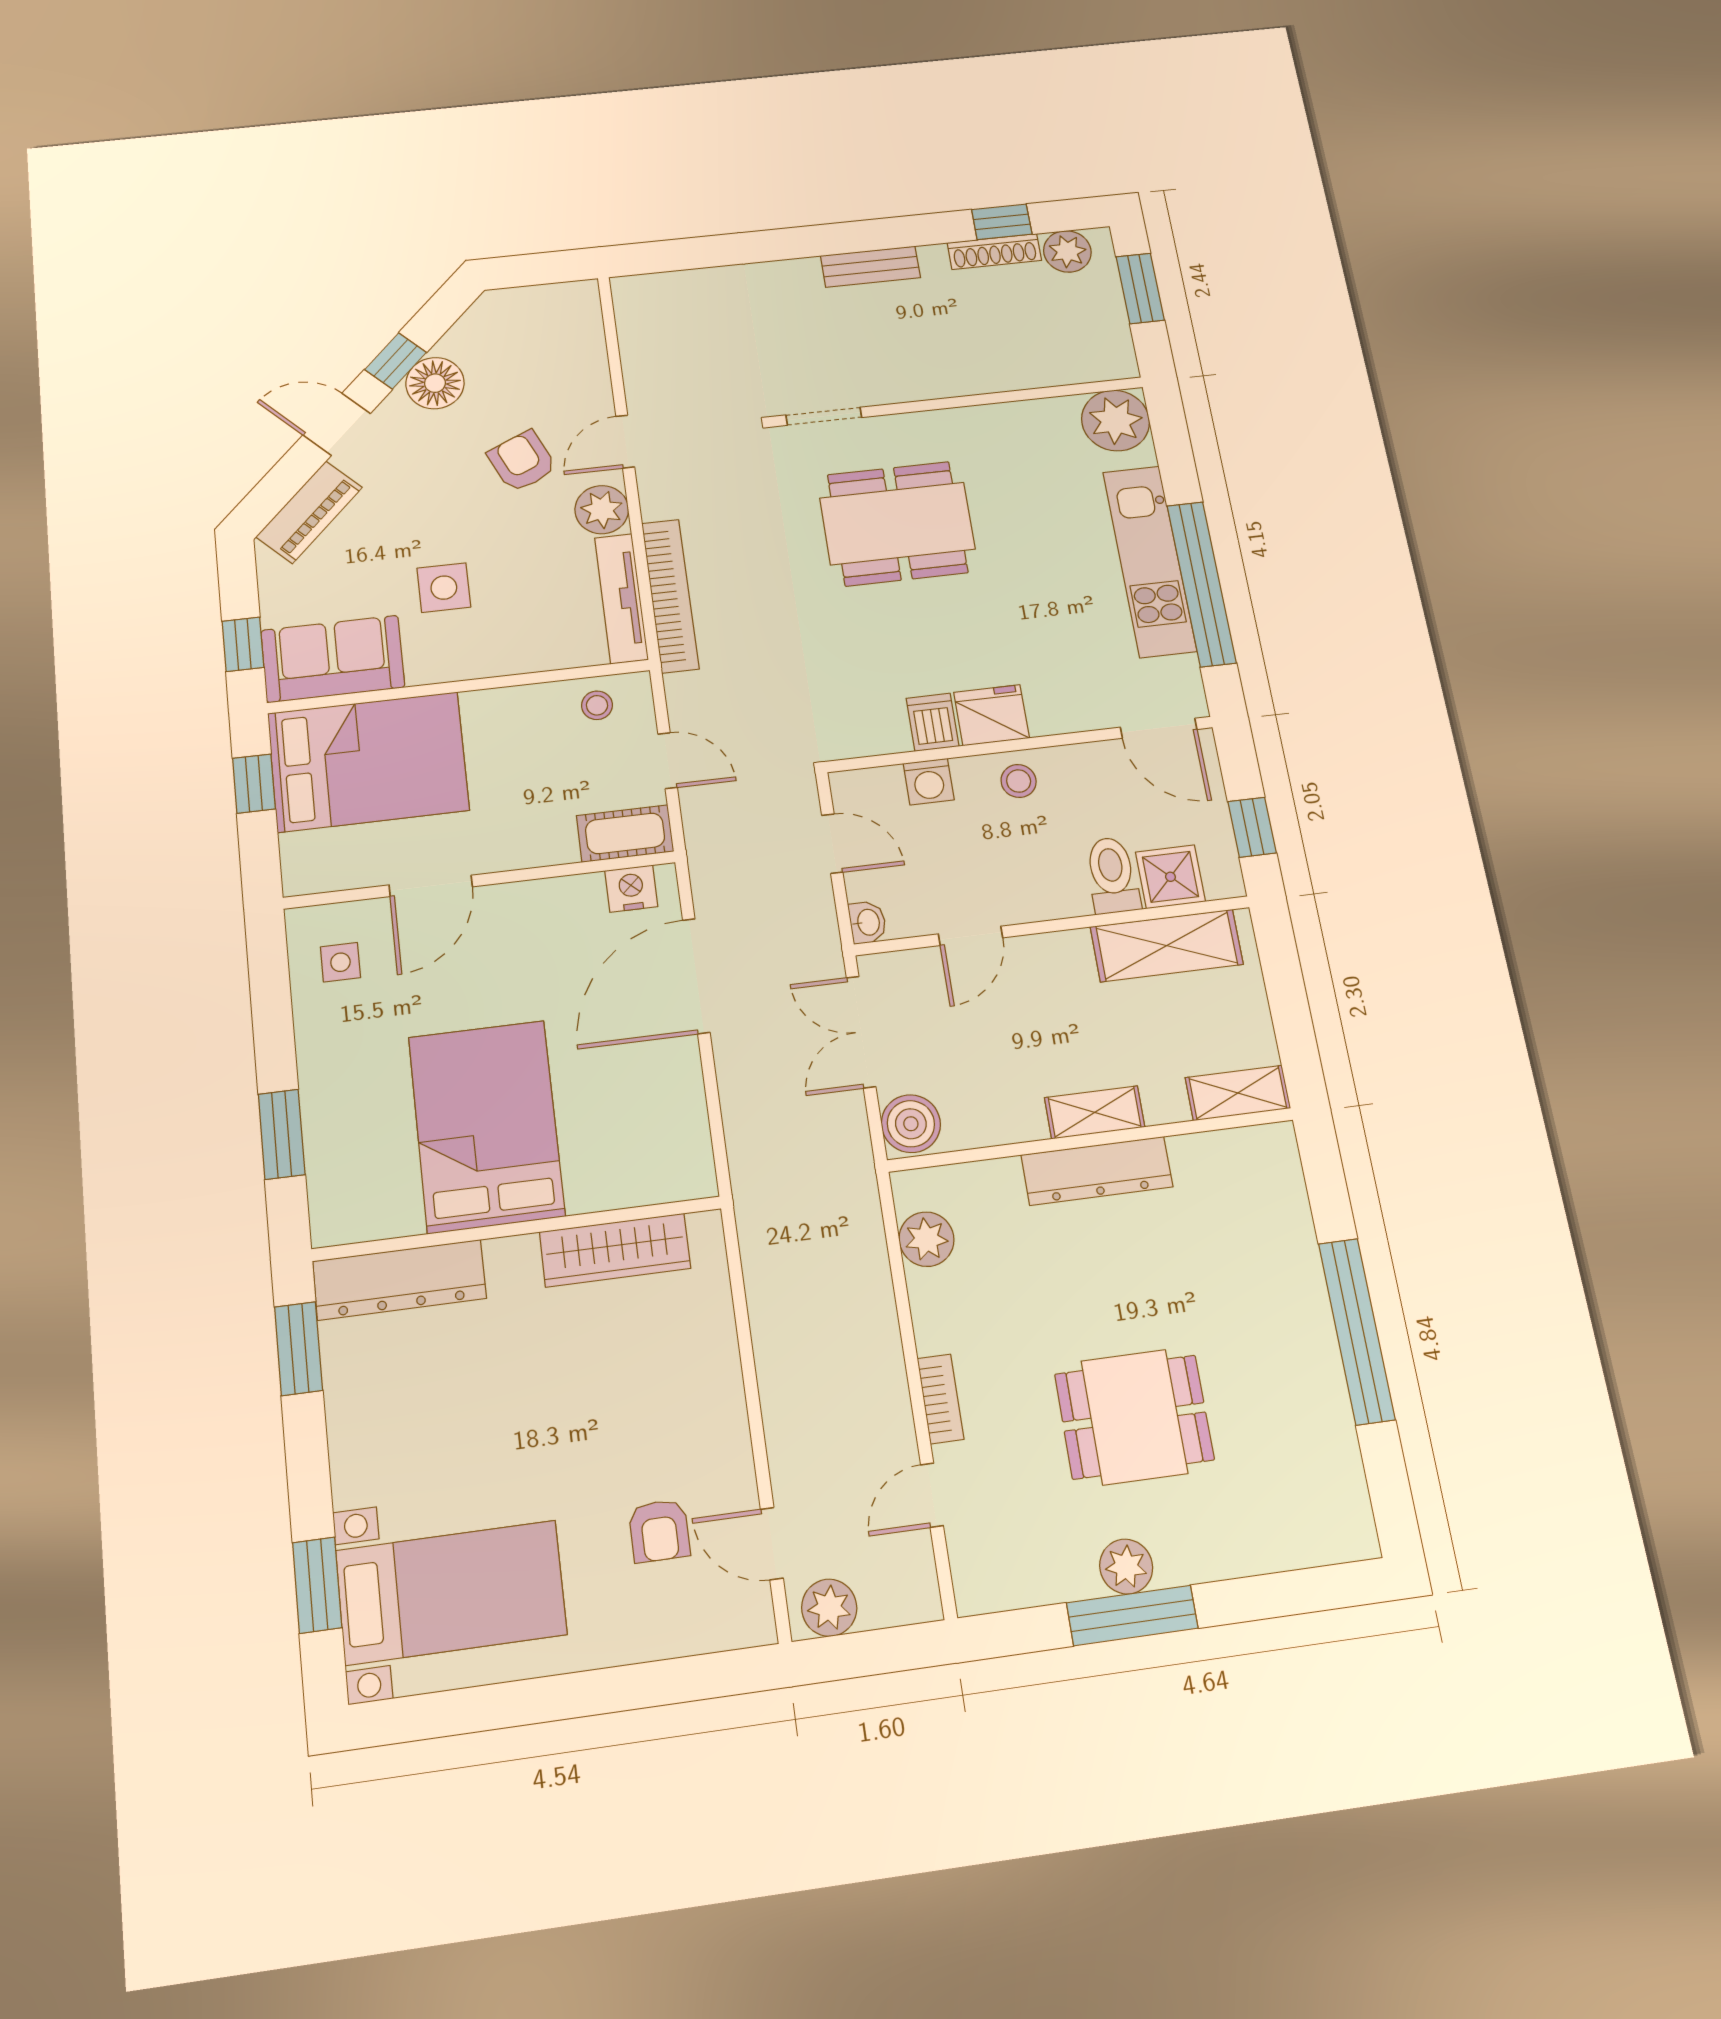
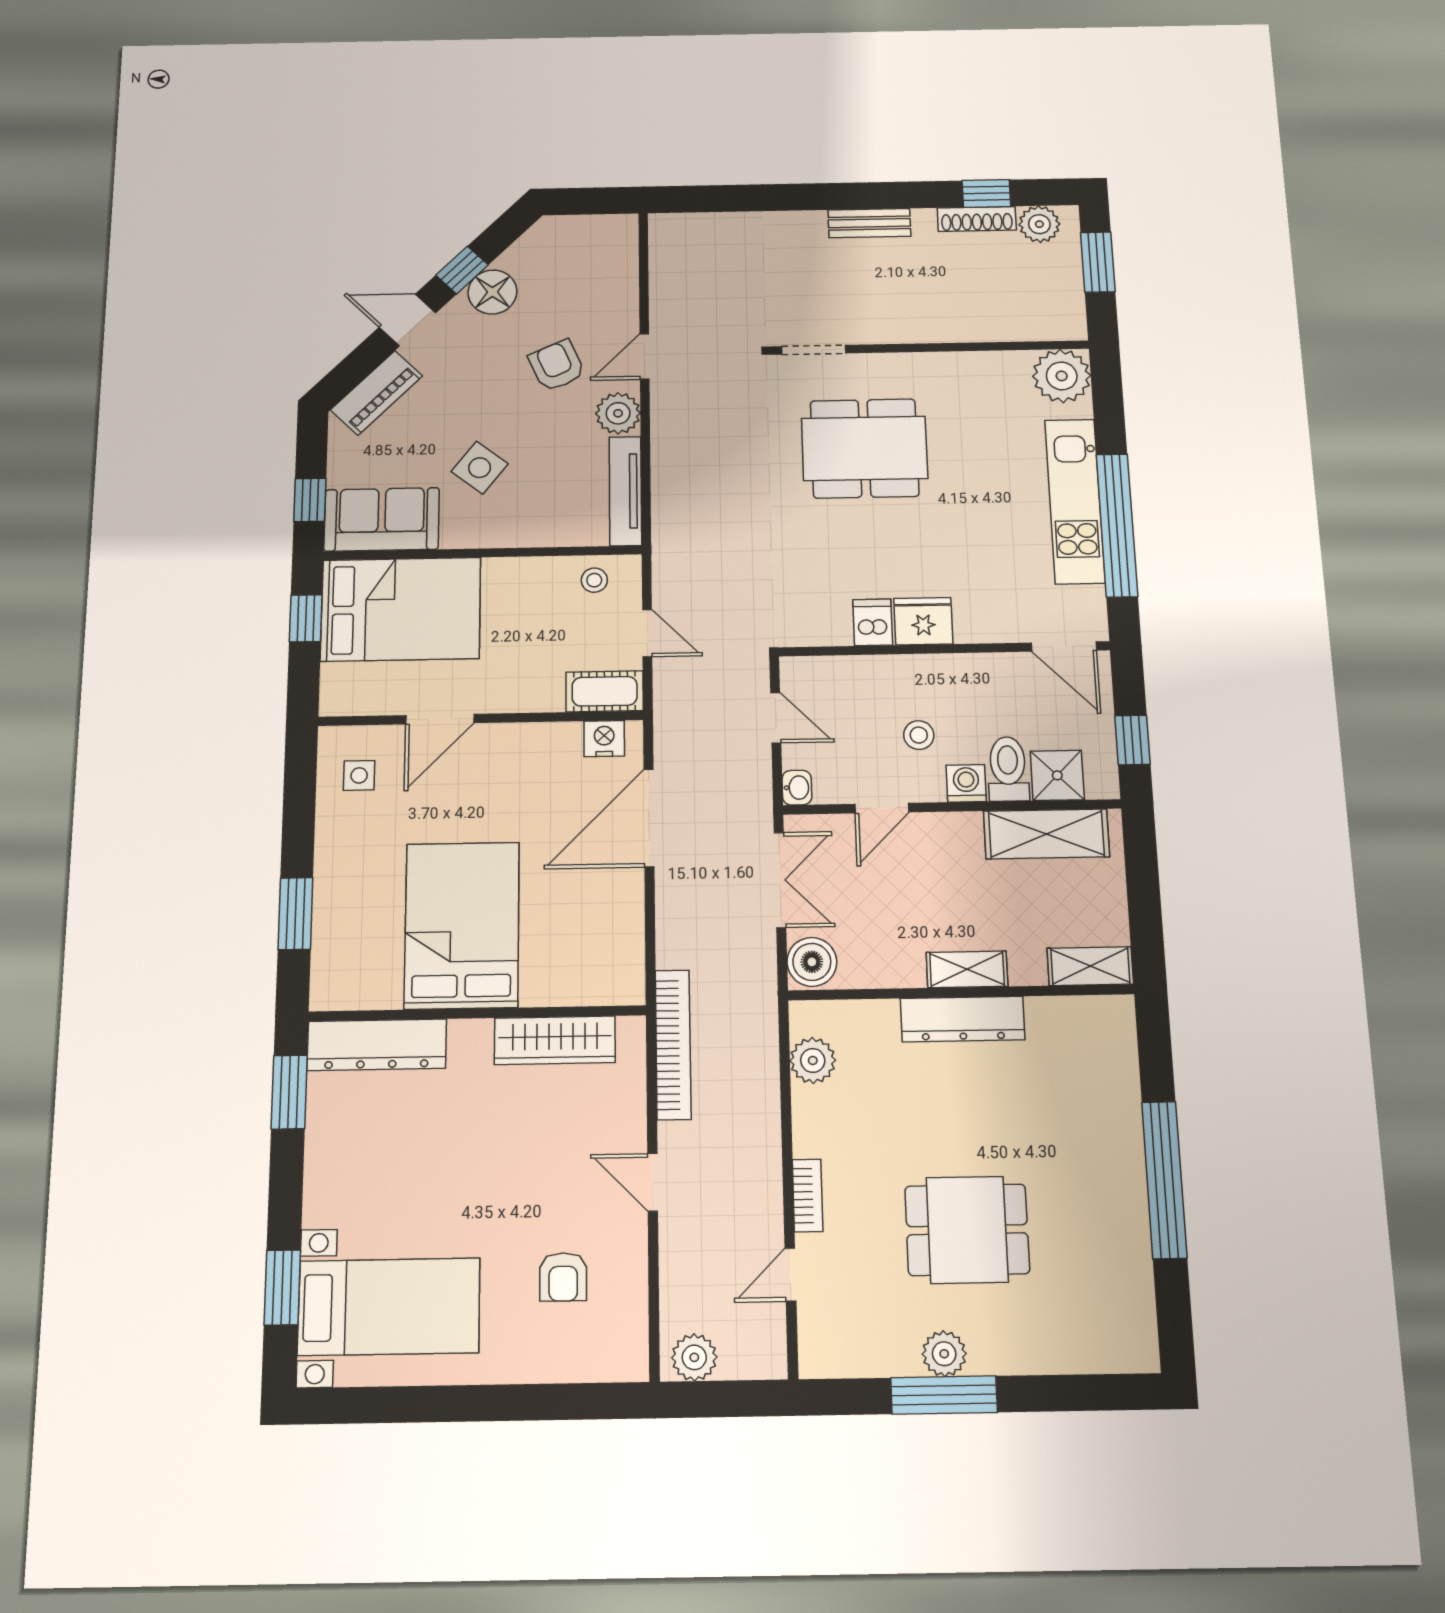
side table: (444, 588) -> (480, 468), turned 38
bookcase: (670, 596) -> (673, 1044), moved
stool: (1019, 781) -> (919, 735), moved
washing machine: (929, 782) -> (966, 783), moved, turned 180
double door: (861, 1032) -> (780, 880), swing flipped
door: (772, 1544) -> (653, 1182), moved

